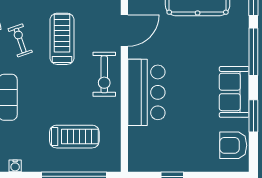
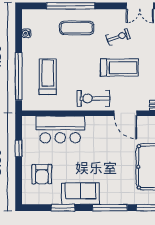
bar counter: (146, 92) -> (60, 129), moved
treadmill: (74, 137) -> (48, 77), turned 180
armchair: (233, 145) -> (42, 174), moved, turned 180

